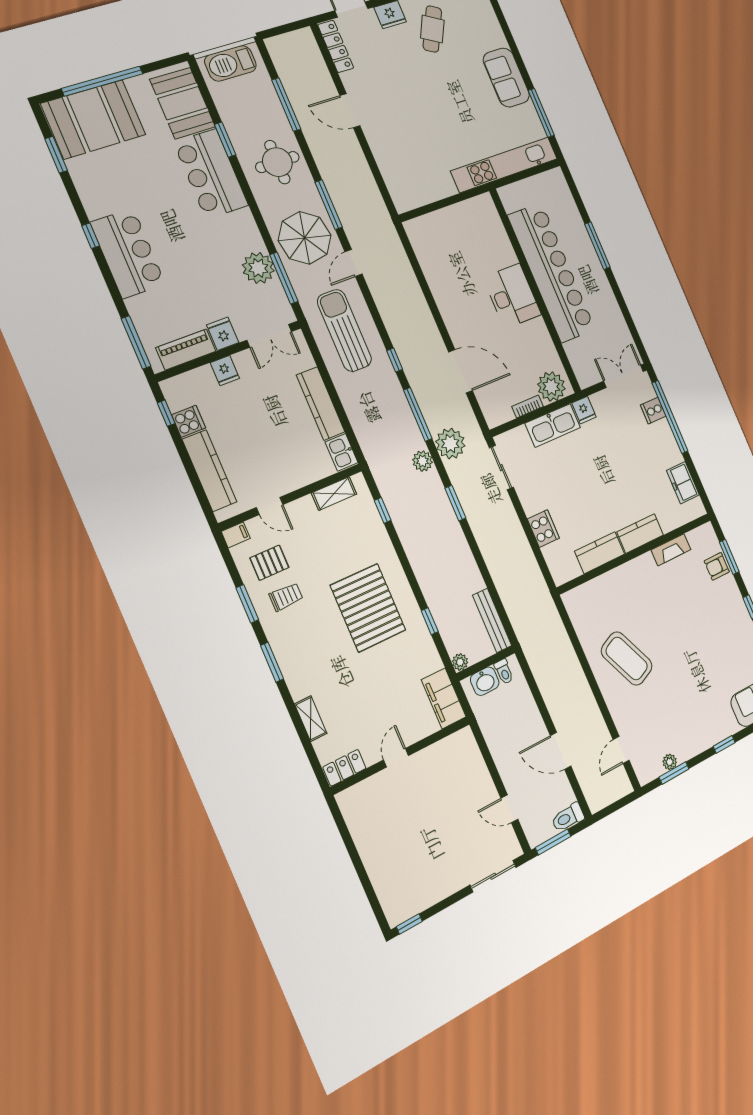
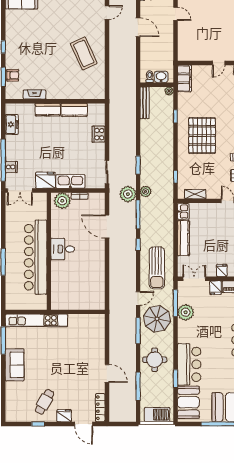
desk: (512, 296) -> (63, 249), width x0.73
fridge: (584, 410) -> (45, 180), width x1.88, depth x1.34

